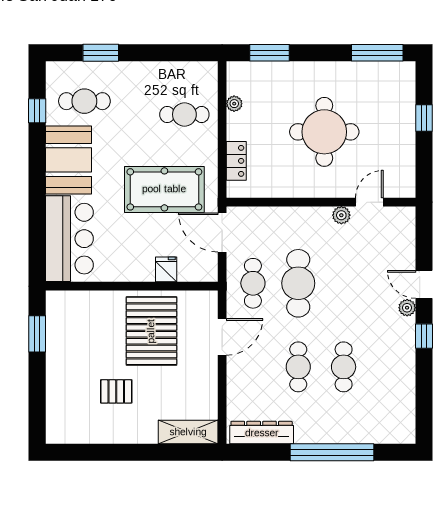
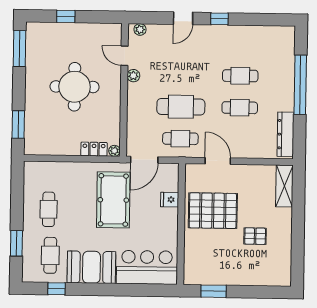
plant: (234, 104) -> (114, 151), moved
cafe table: (184, 114) -> (49, 209), moved
plant: (407, 308) -> (140, 29), moved
pallet: (116, 391) -> (255, 236), turned 90

